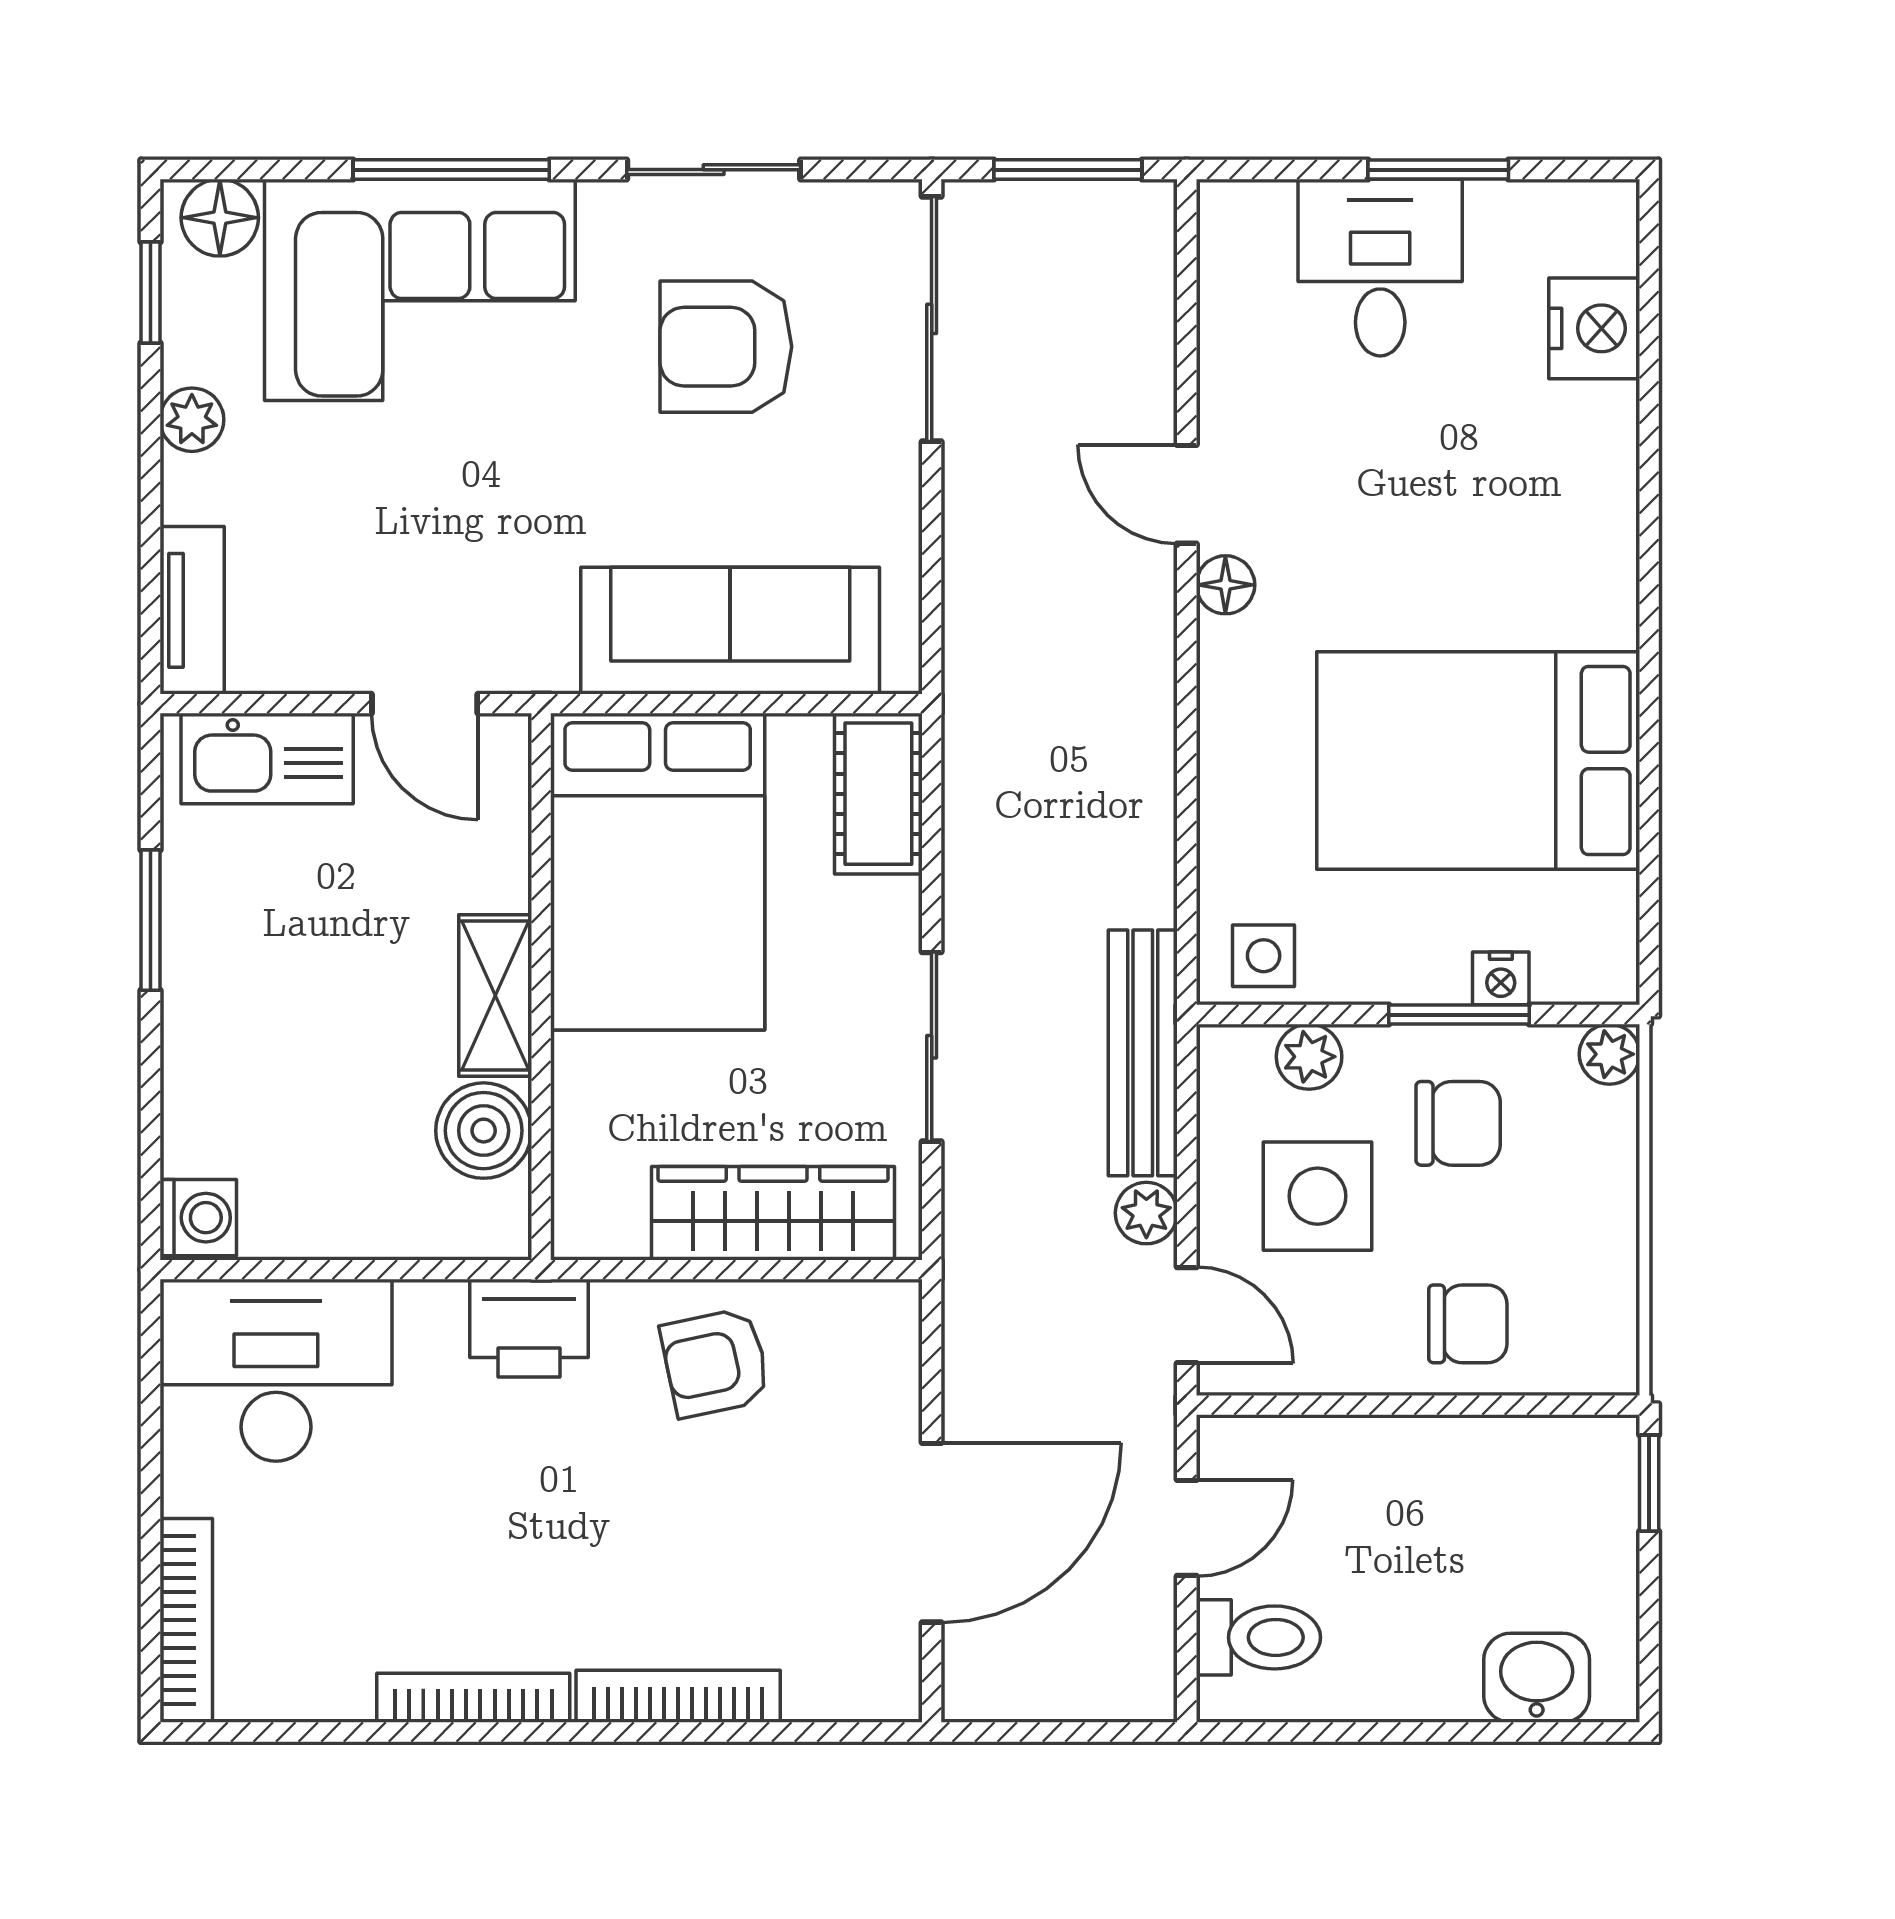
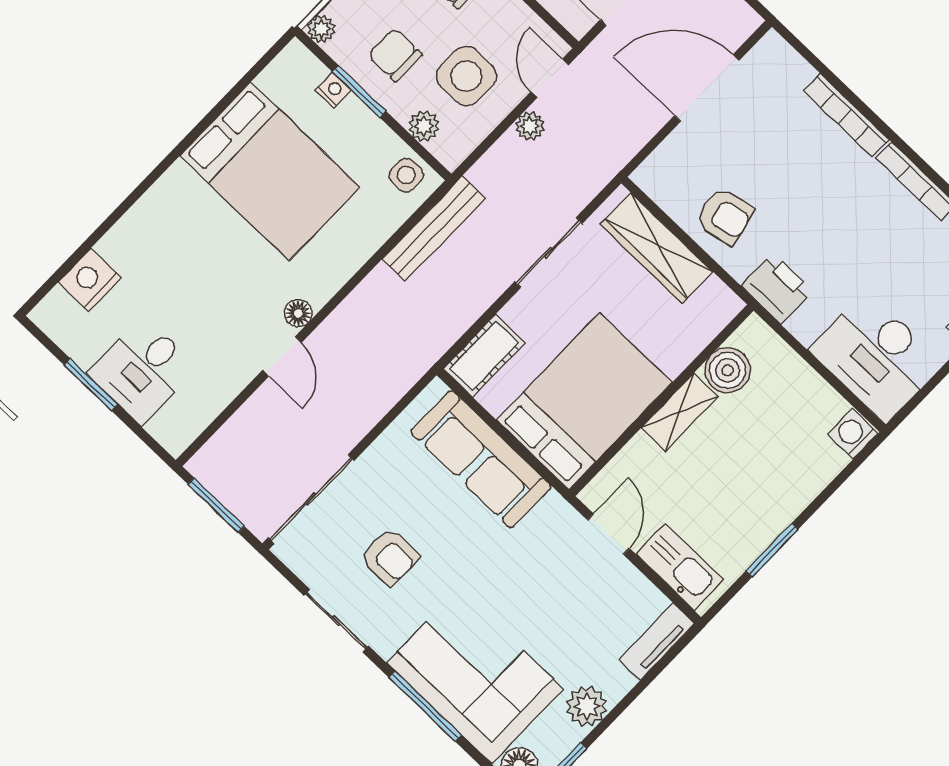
armchair: (726, 347) -> (390, 557), width x0.72, depth x0.72
plant: (192, 420) -> (587, 706), width x1.38, depth x1.38
bench: (1143, 1053) -> (434, 229), moved

